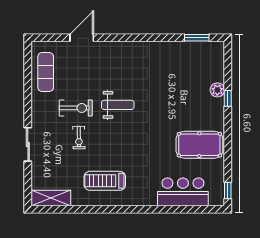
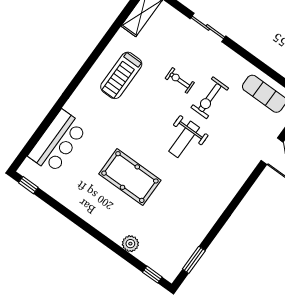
window: (228, 98) -> (152, 275), moved
pool table: (199, 145) -> (130, 177), moved, turned 90
treadmill: (105, 181) -> (121, 75), turned 180

